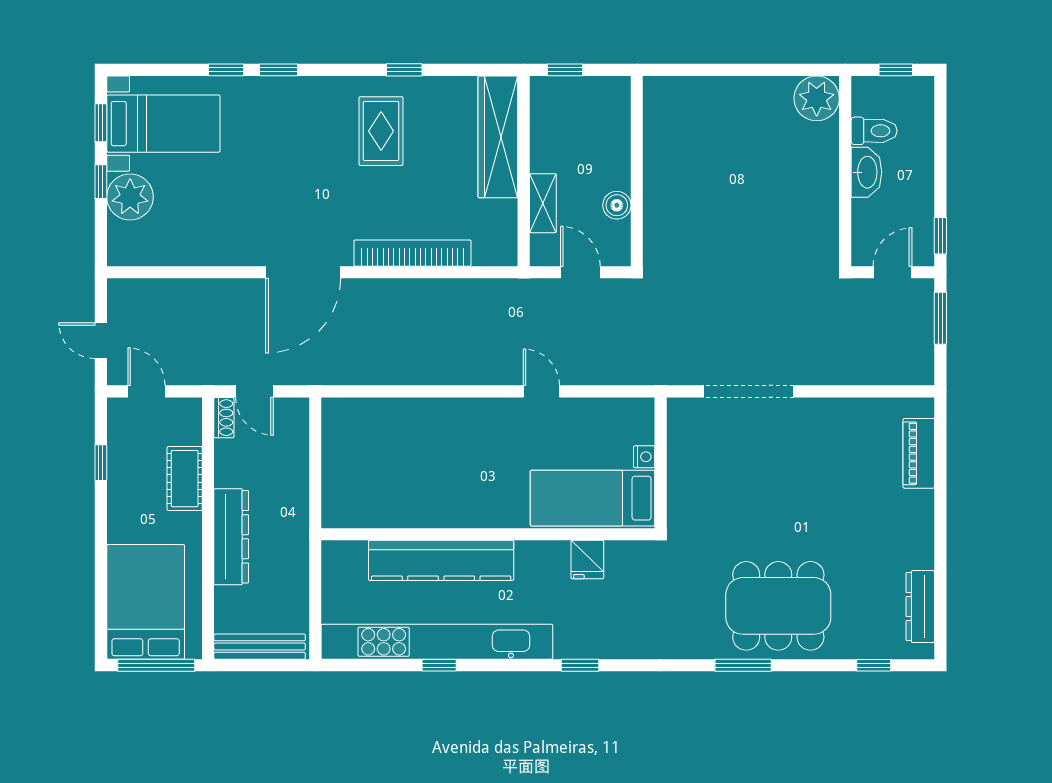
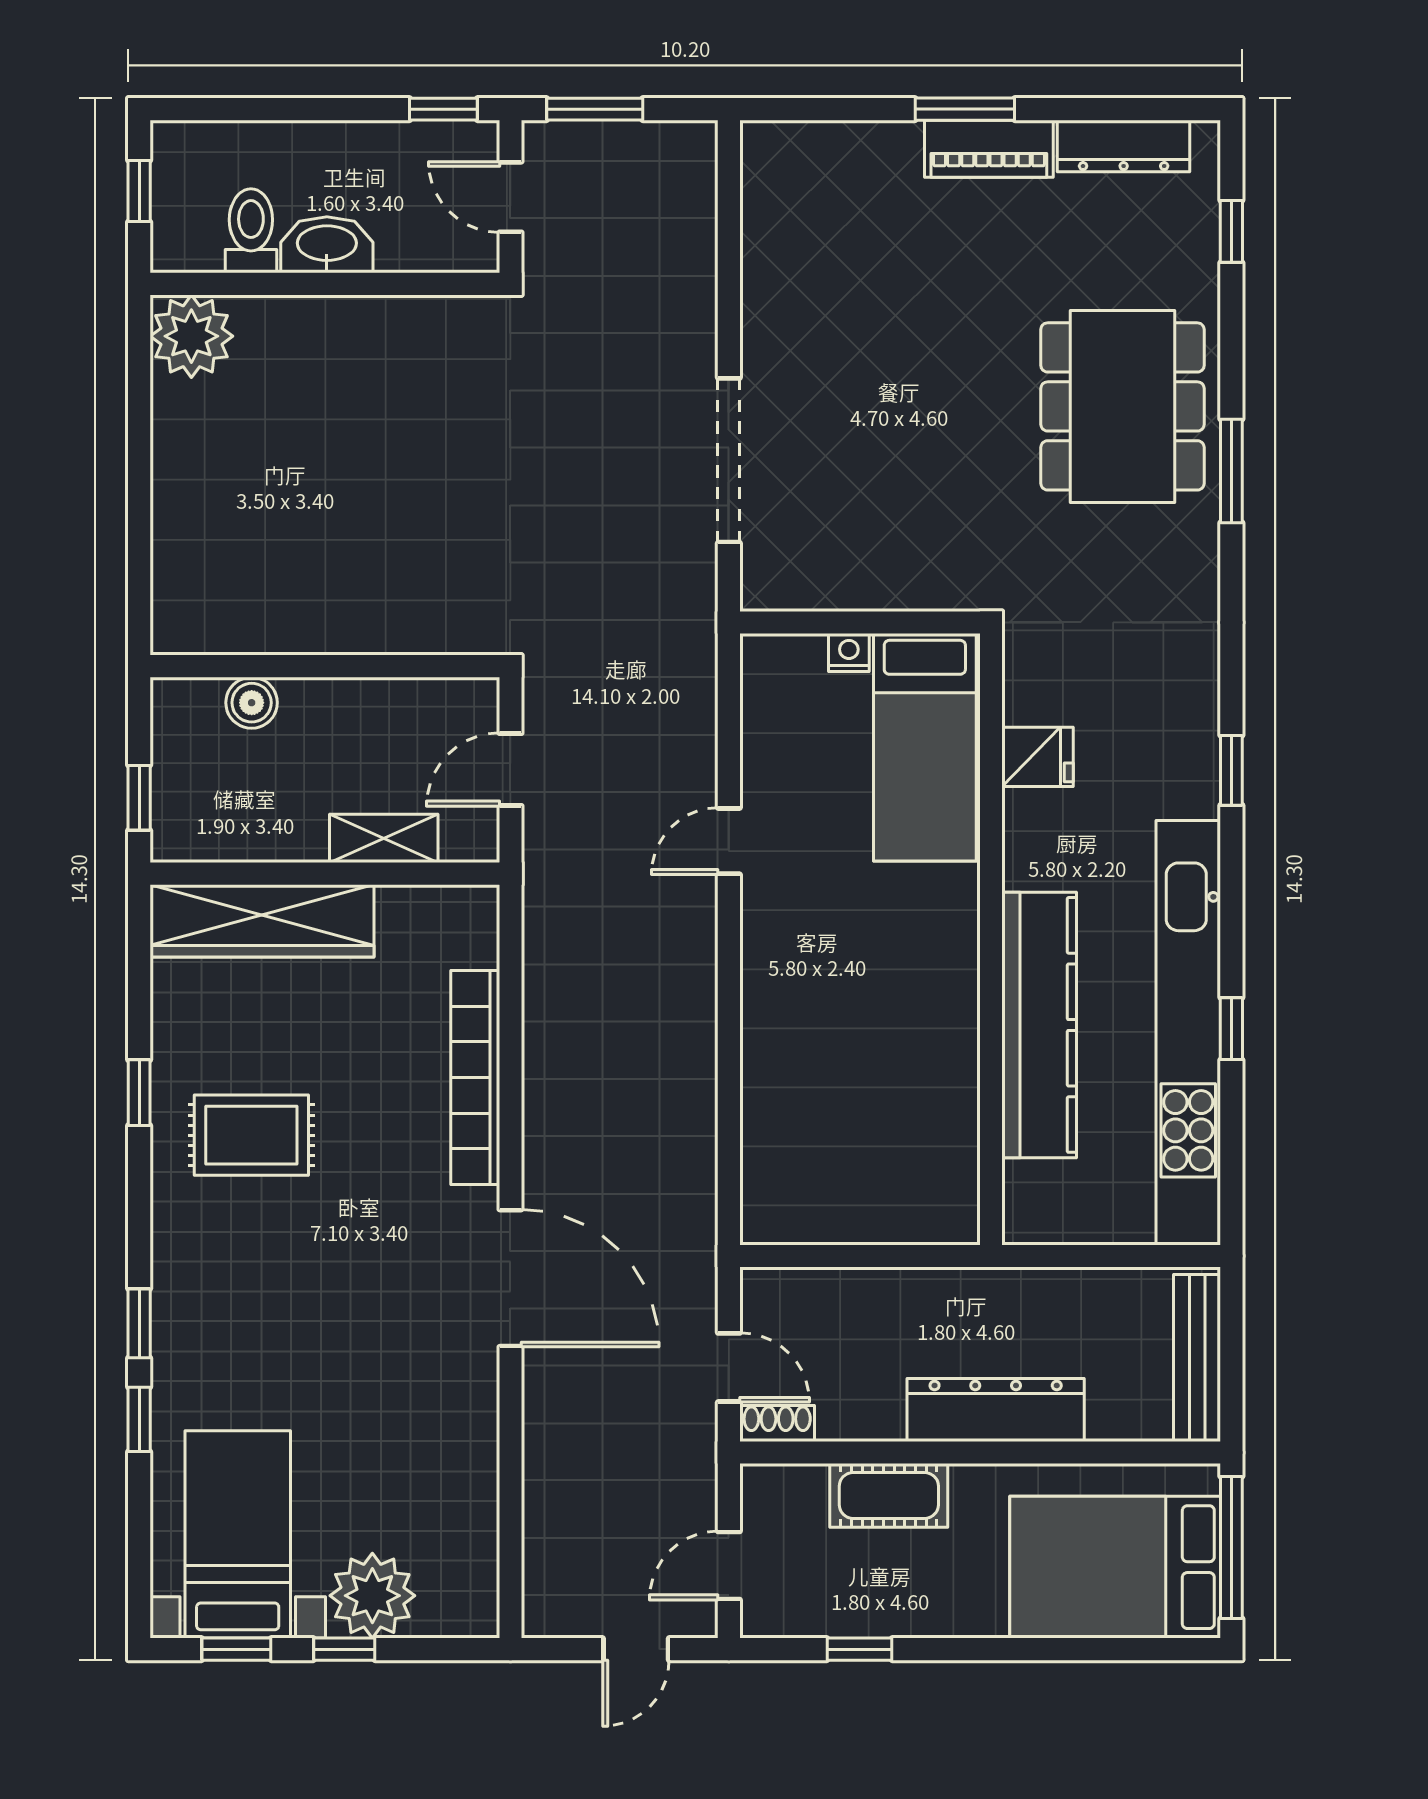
boiler: (617, 205) -> (252, 703), moved
door: (254, 391) -> (729, 1367), hinge flipped
piano: (919, 453) -> (989, 149), moved
window: (940, 520) -> (965, 109), added

